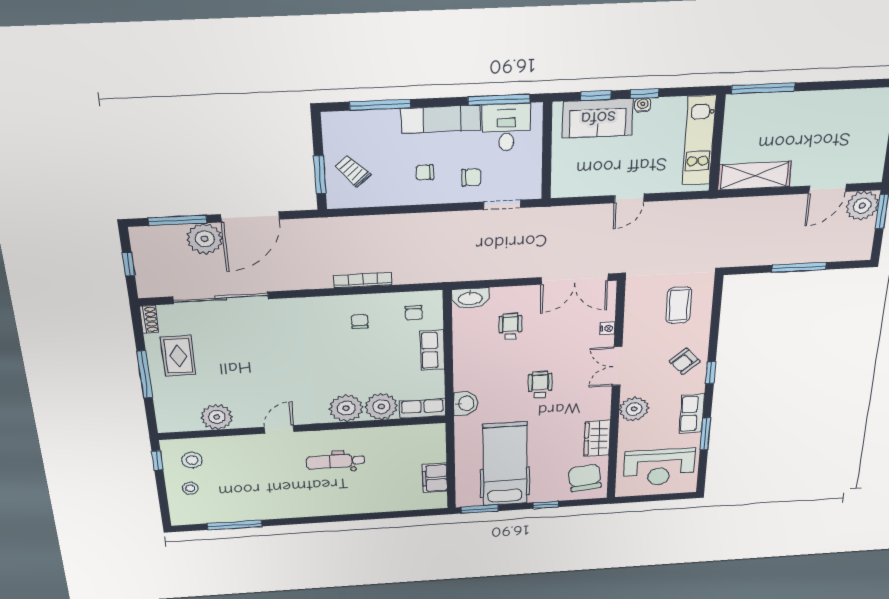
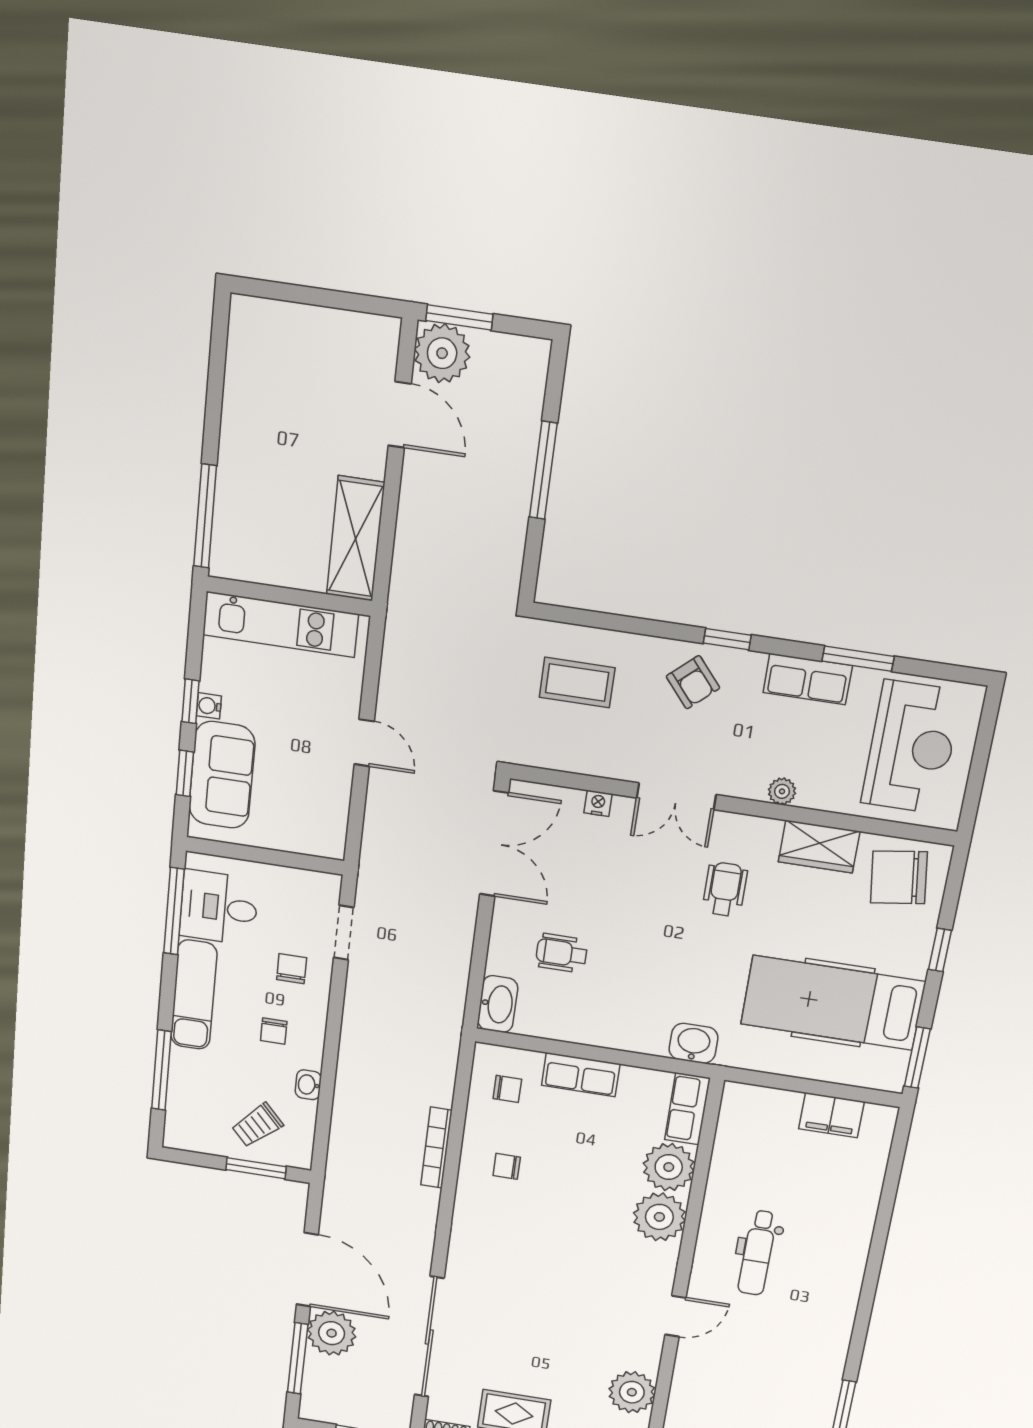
washbasin: (390, 199) -> (308, 1085), added
wheelchair: (540, 385) -> (725, 889), moved, turned 90
plant: (634, 409) -> (782, 791), width x0.53, depth x0.53
door: (279, 429) -> (675, 1316), swing flipped

